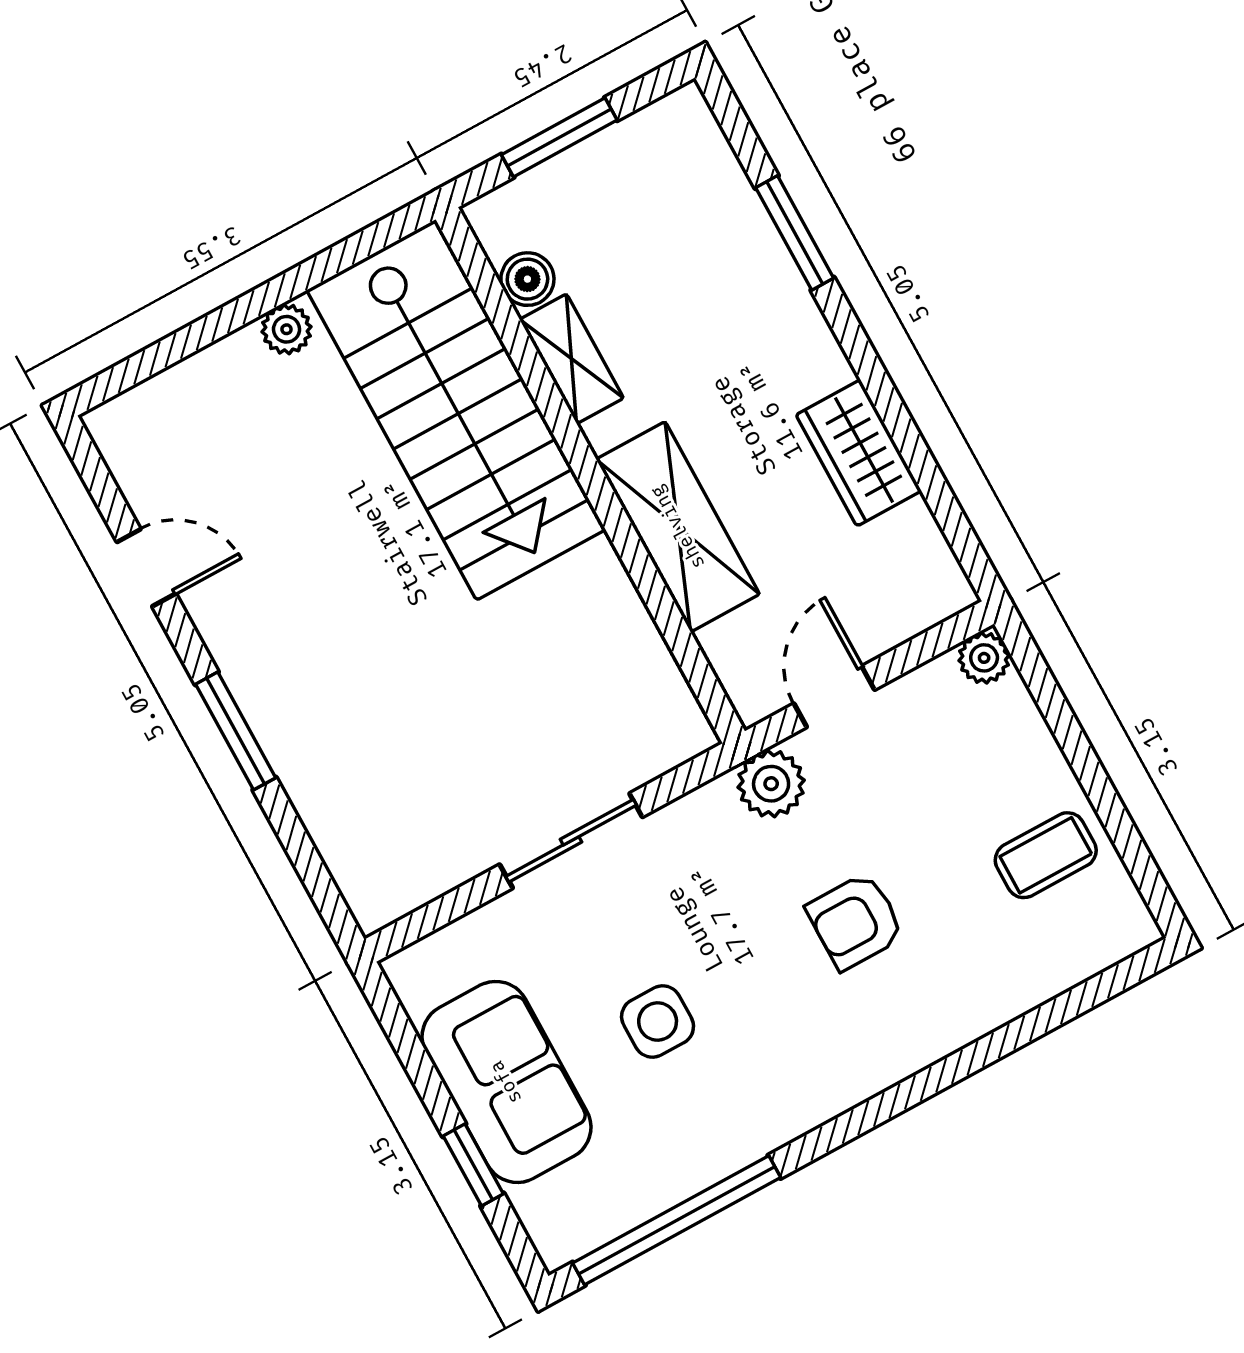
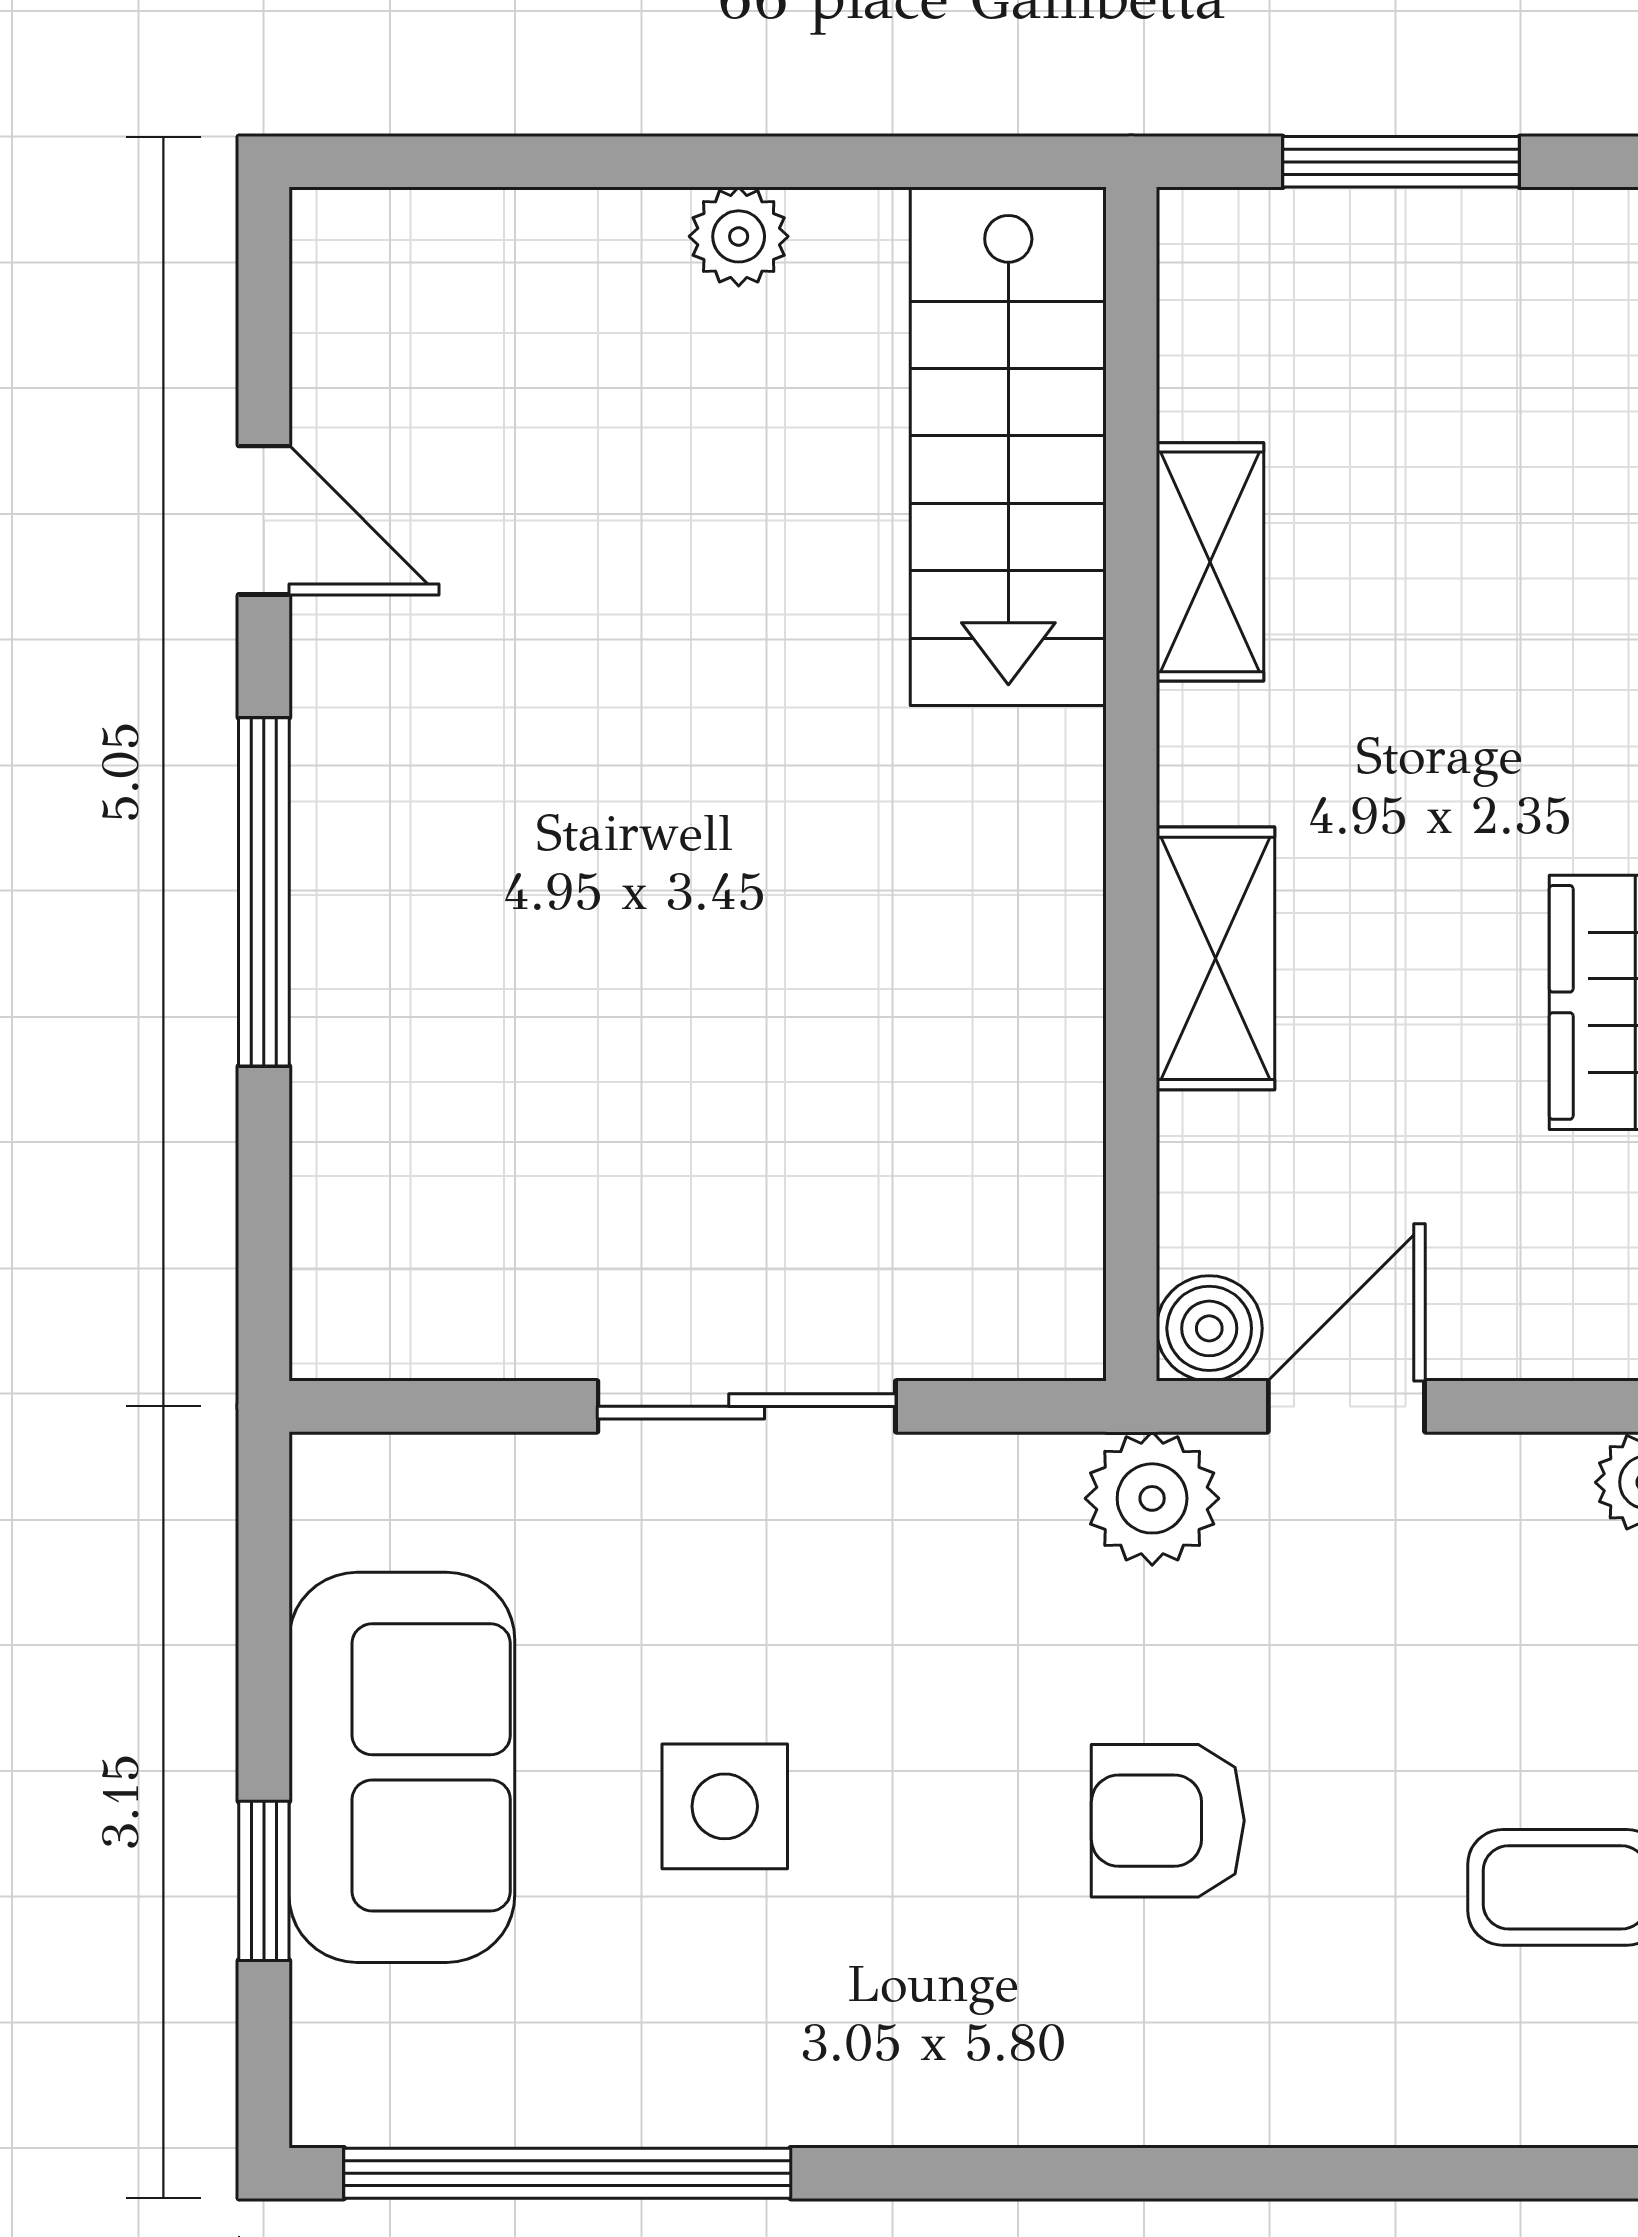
boiler: (527, 279) -> (1209, 1328), moved
stairs: (456, 410) -> (1008, 446), width x0.73, depth x0.66
shelving: (678, 527) -> (1216, 958), width x0.67, depth x0.75
window: (236, 731) -> (264, 892), width x1.44

